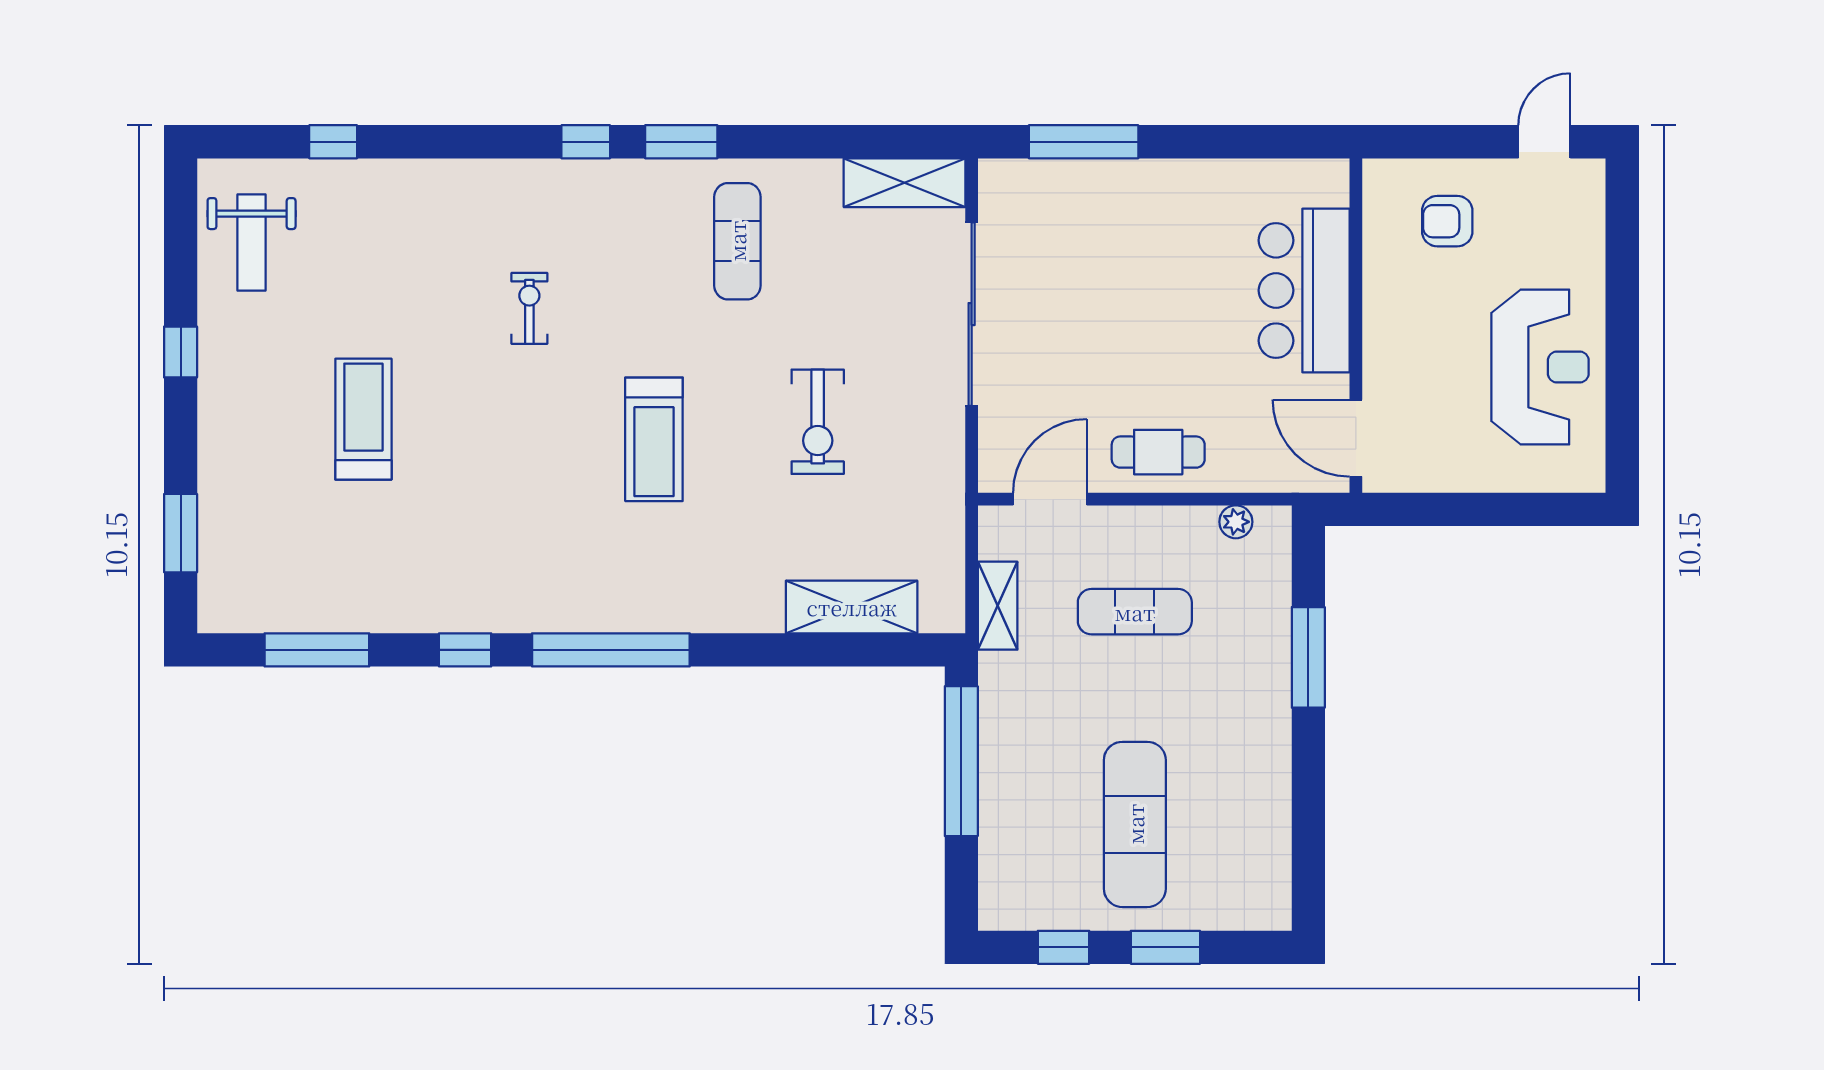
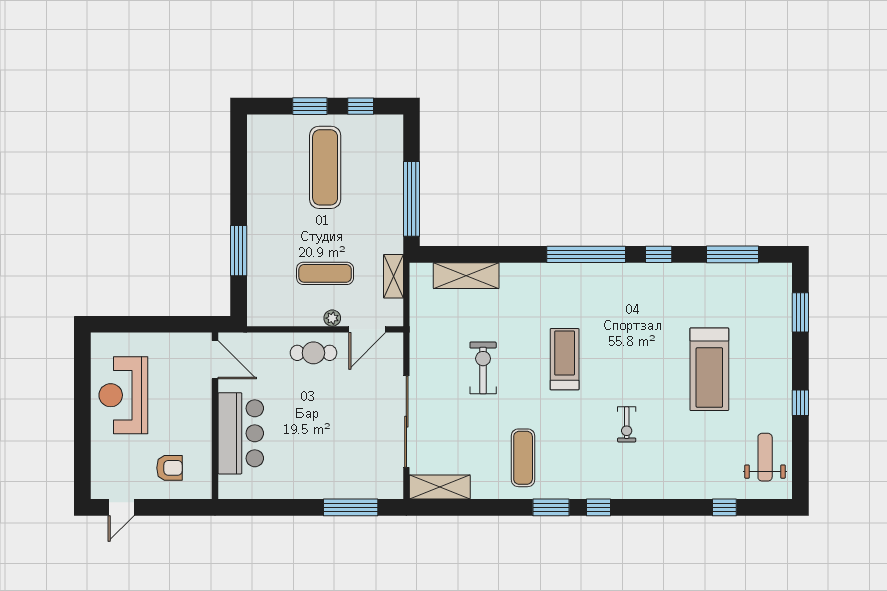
treadmill: (363, 419) -> (709, 369), width x1.37, depth x1.38
plant: (1236, 522) -> (332, 318), moved

